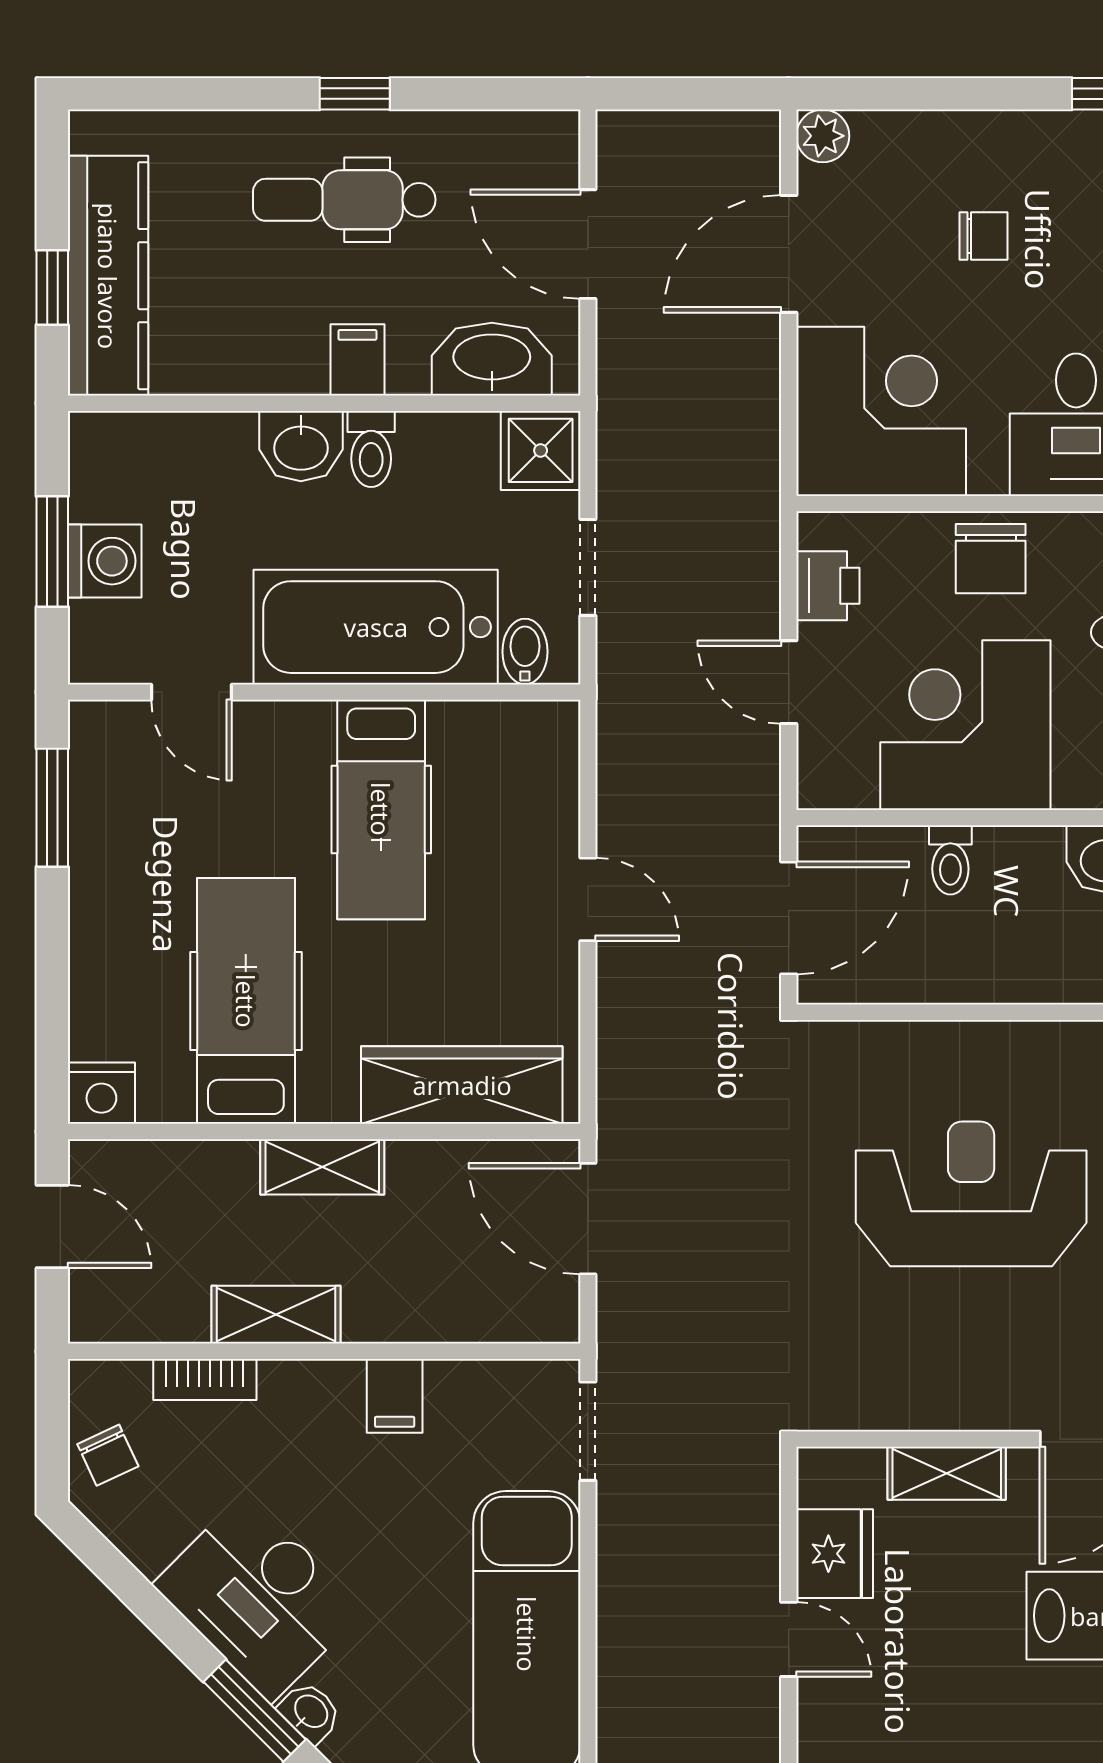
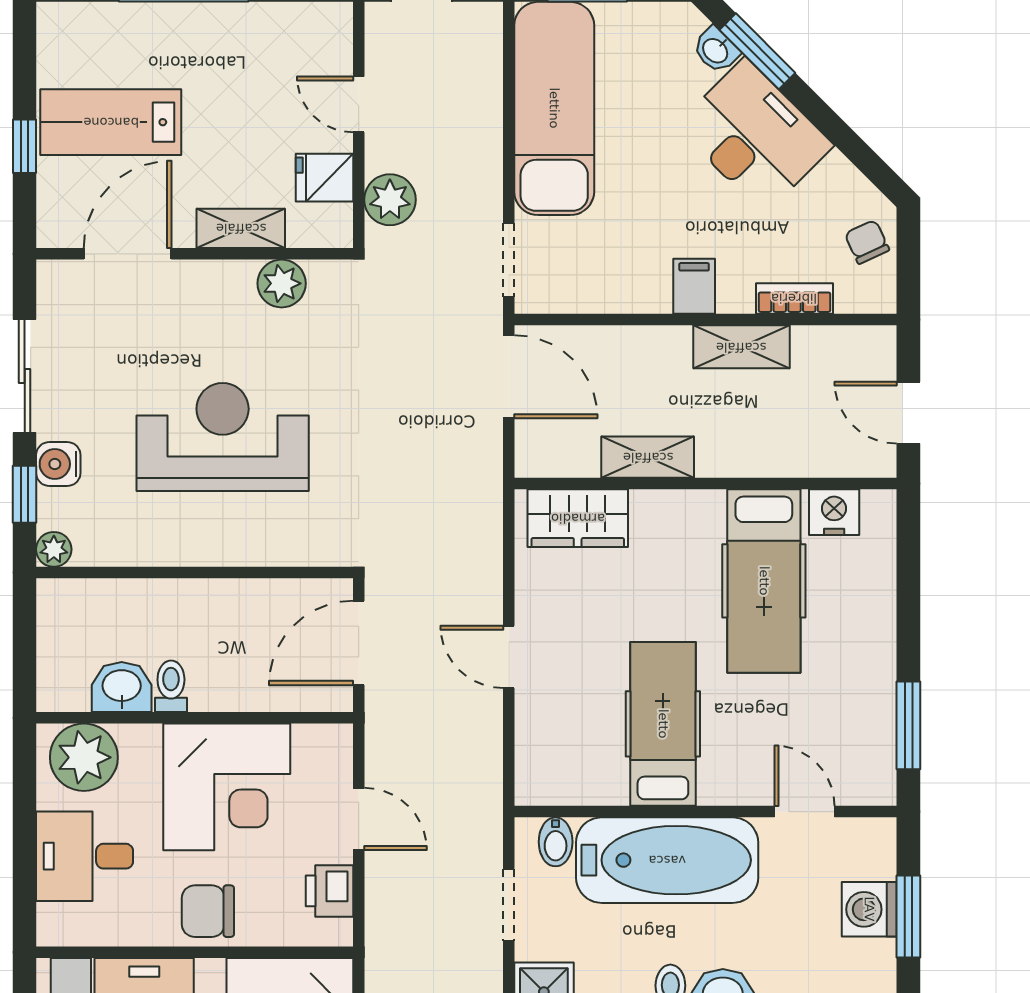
chair: (991, 559) -> (208, 911), turned -90
toilet: (950, 860) -> (171, 686), moved
wardrobe: (462, 1085) -> (578, 518), width x0.67
nightstand: (101, 1093) -> (834, 512), moved
shelving: (322, 1167) -> (648, 457), moved
reception desk: (971, 1194) -> (223, 437), turned 180
door: (588, 1219) -> (509, 377), moved
filing cabinet: (395, 1396) -> (694, 286), moved
plant: (892, 1399) -> (282, 283), added
plant: (747, 1512) -> (390, 200), added
fridge: (835, 1554) -> (324, 178), width x0.72

